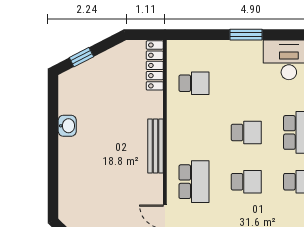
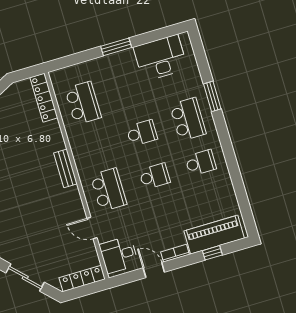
school desk: (194, 83) -> (83, 103), width x1.85
bench: (156, 146) -> (65, 168), width x0.73

